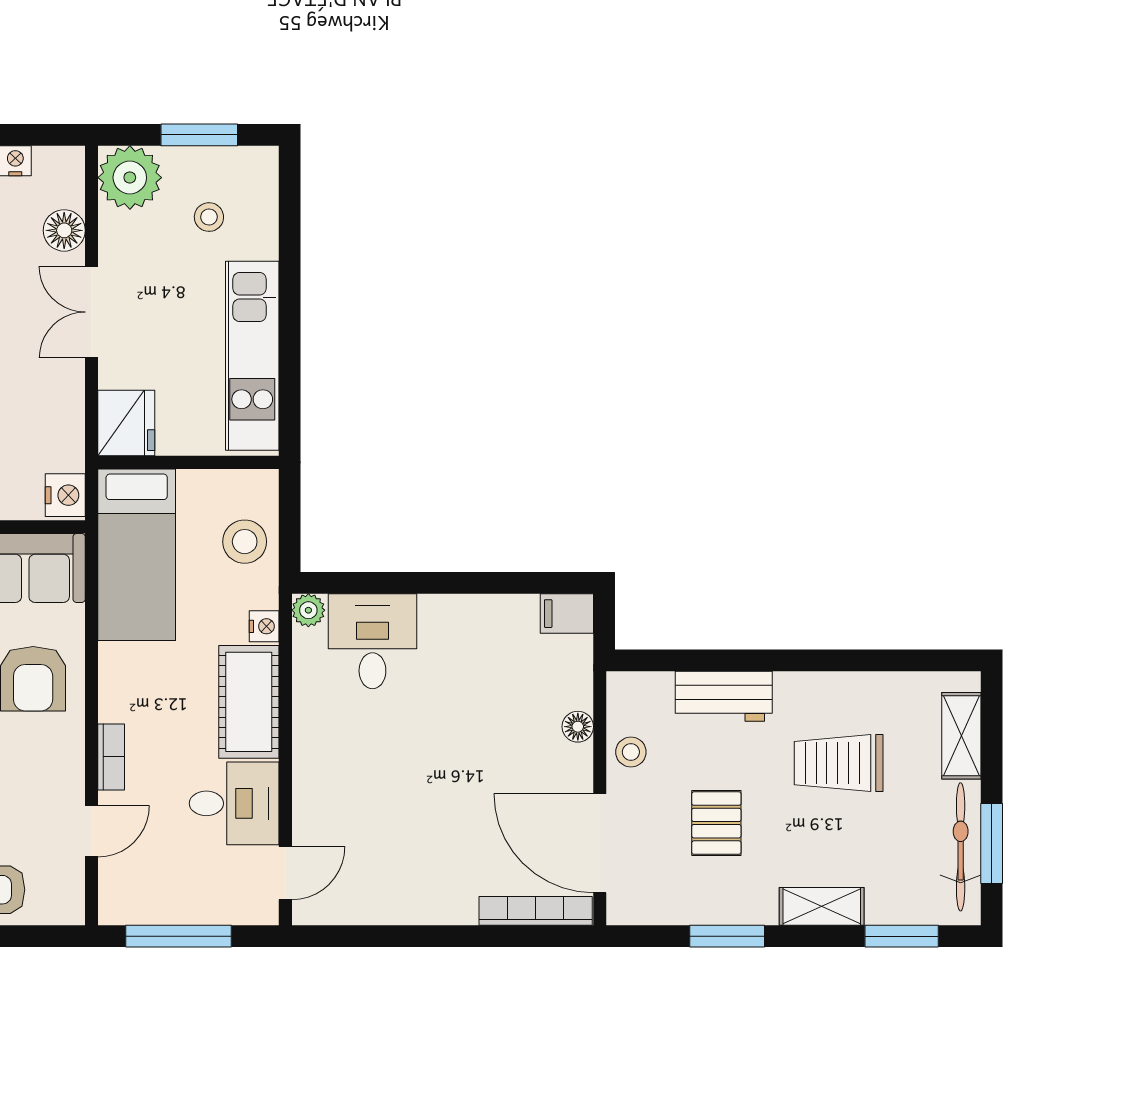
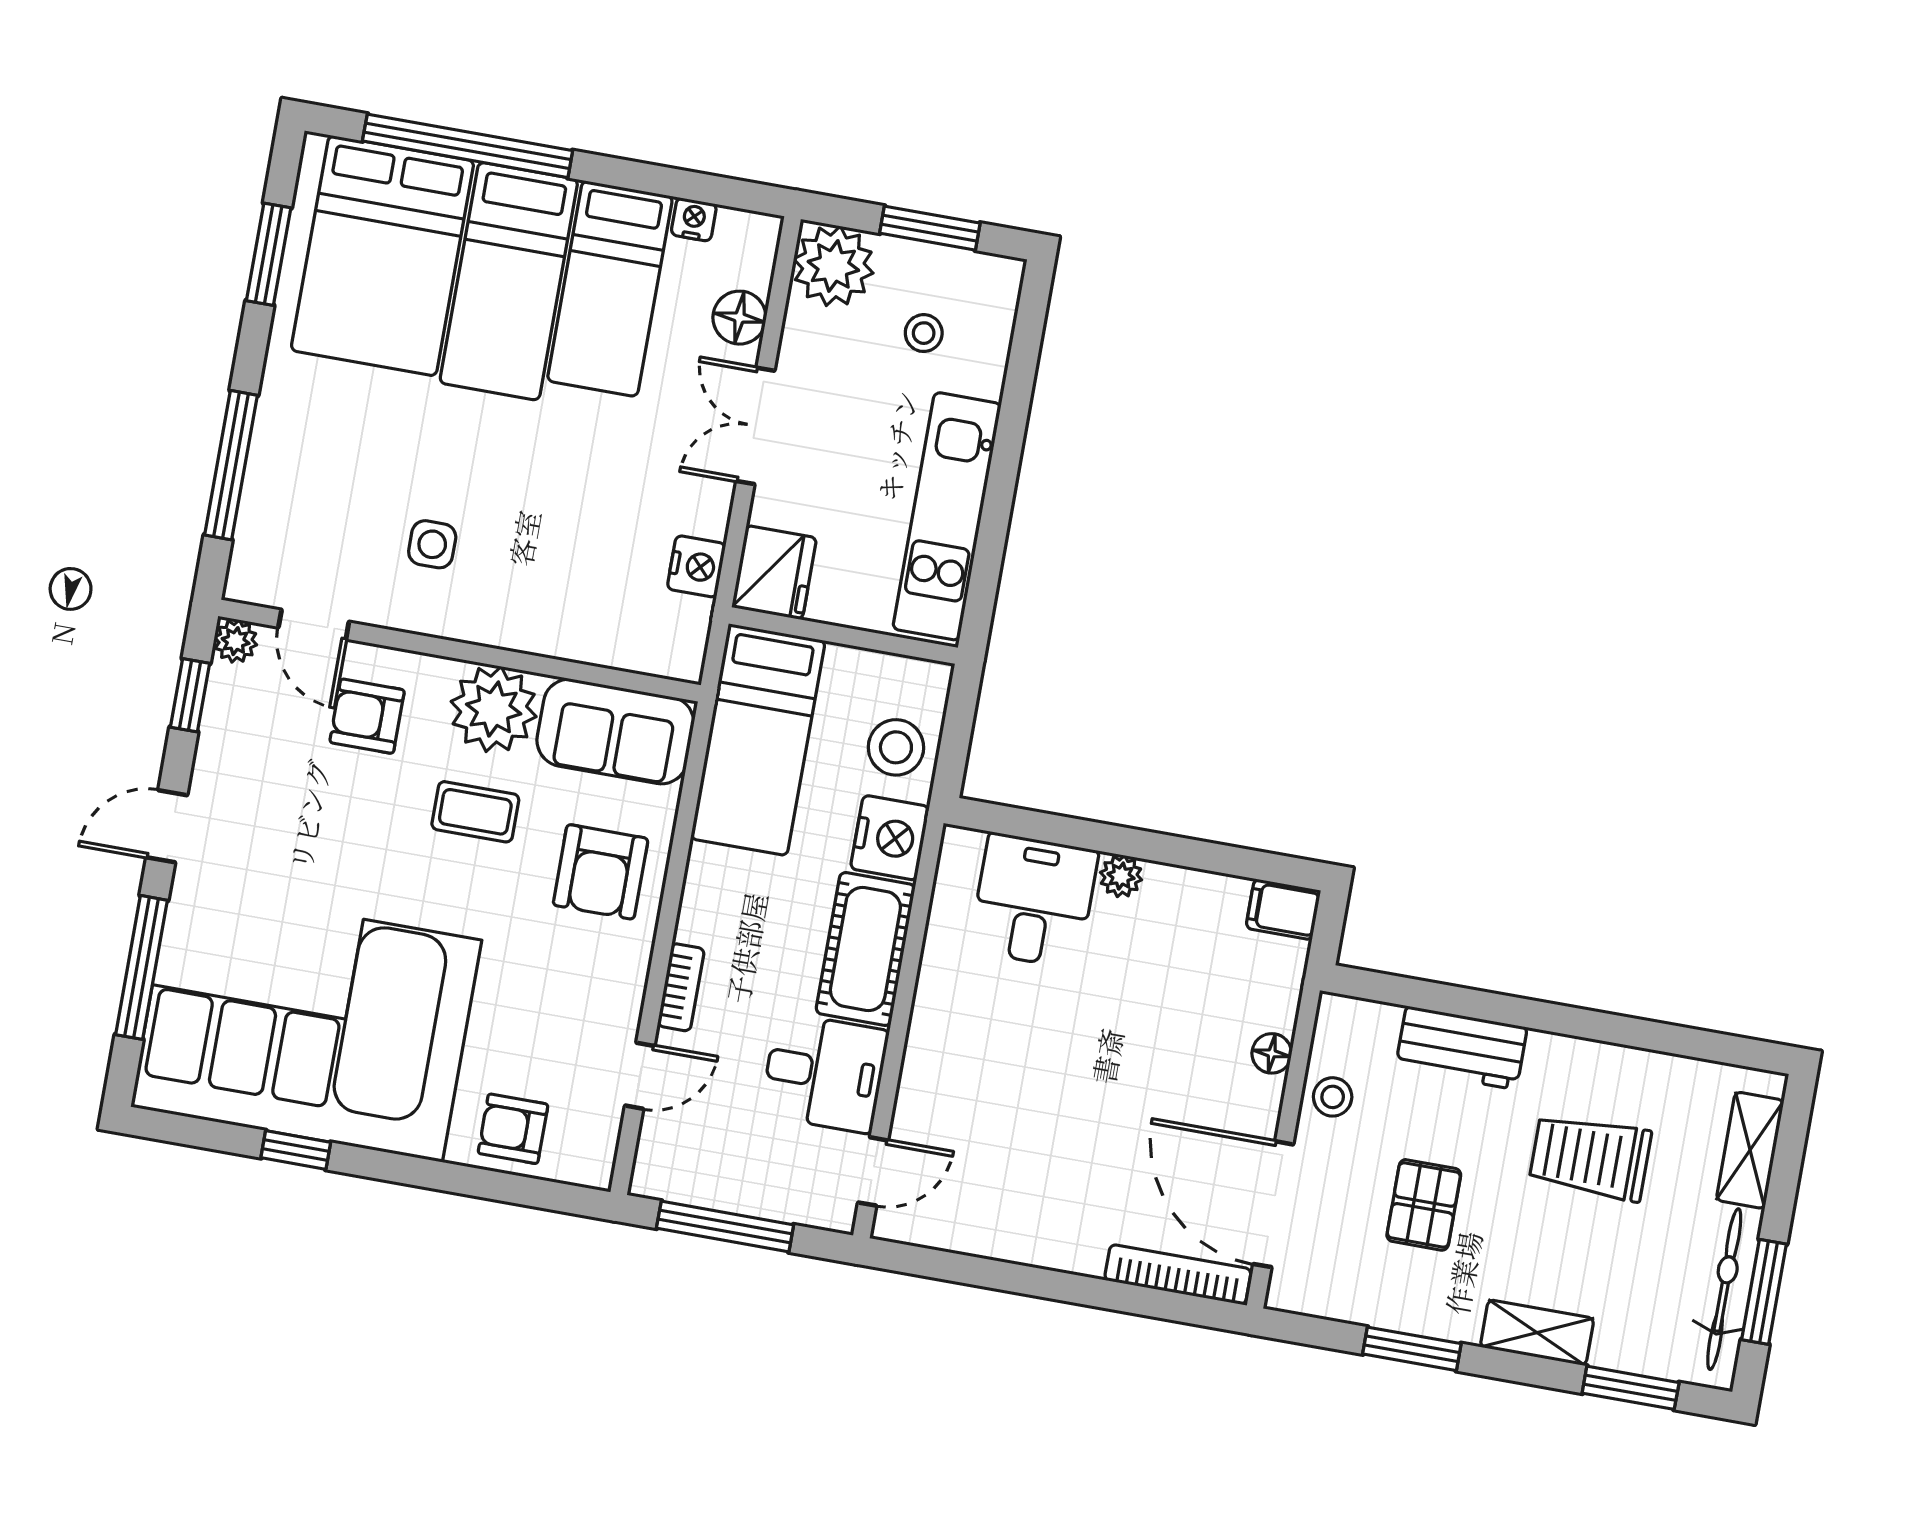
nightstand: (65, 495) -> (696, 566), moved
plant: (308, 610) -> (1121, 876), moved
nightstand: (264, 626) -> (890, 838), width x1.89, depth x1.79

